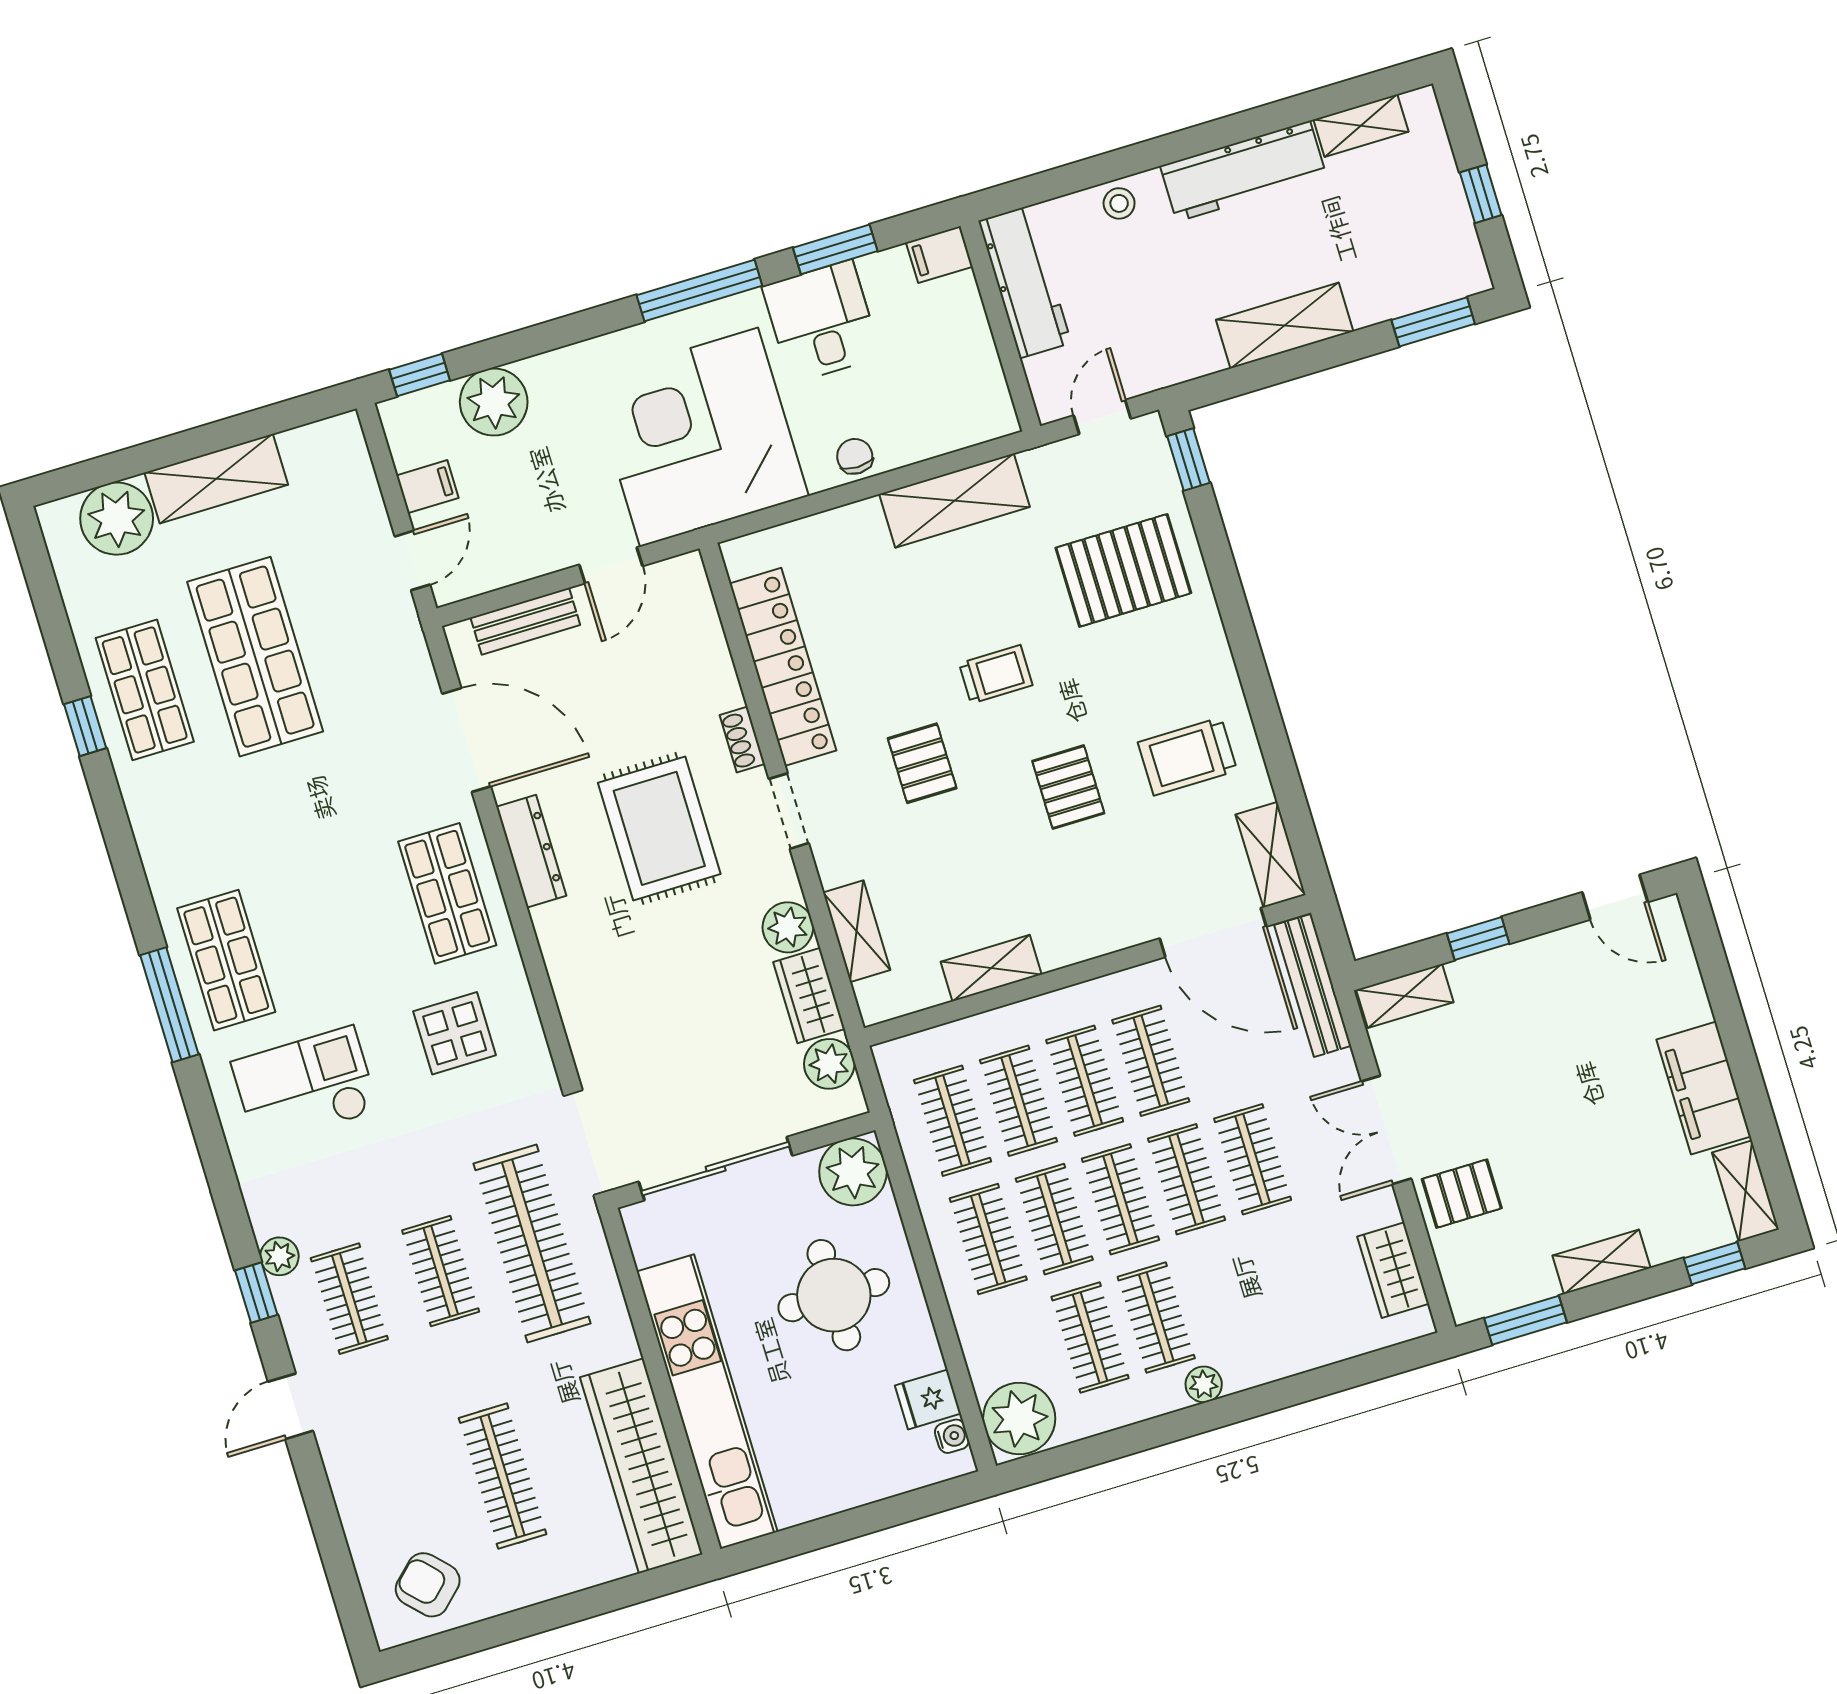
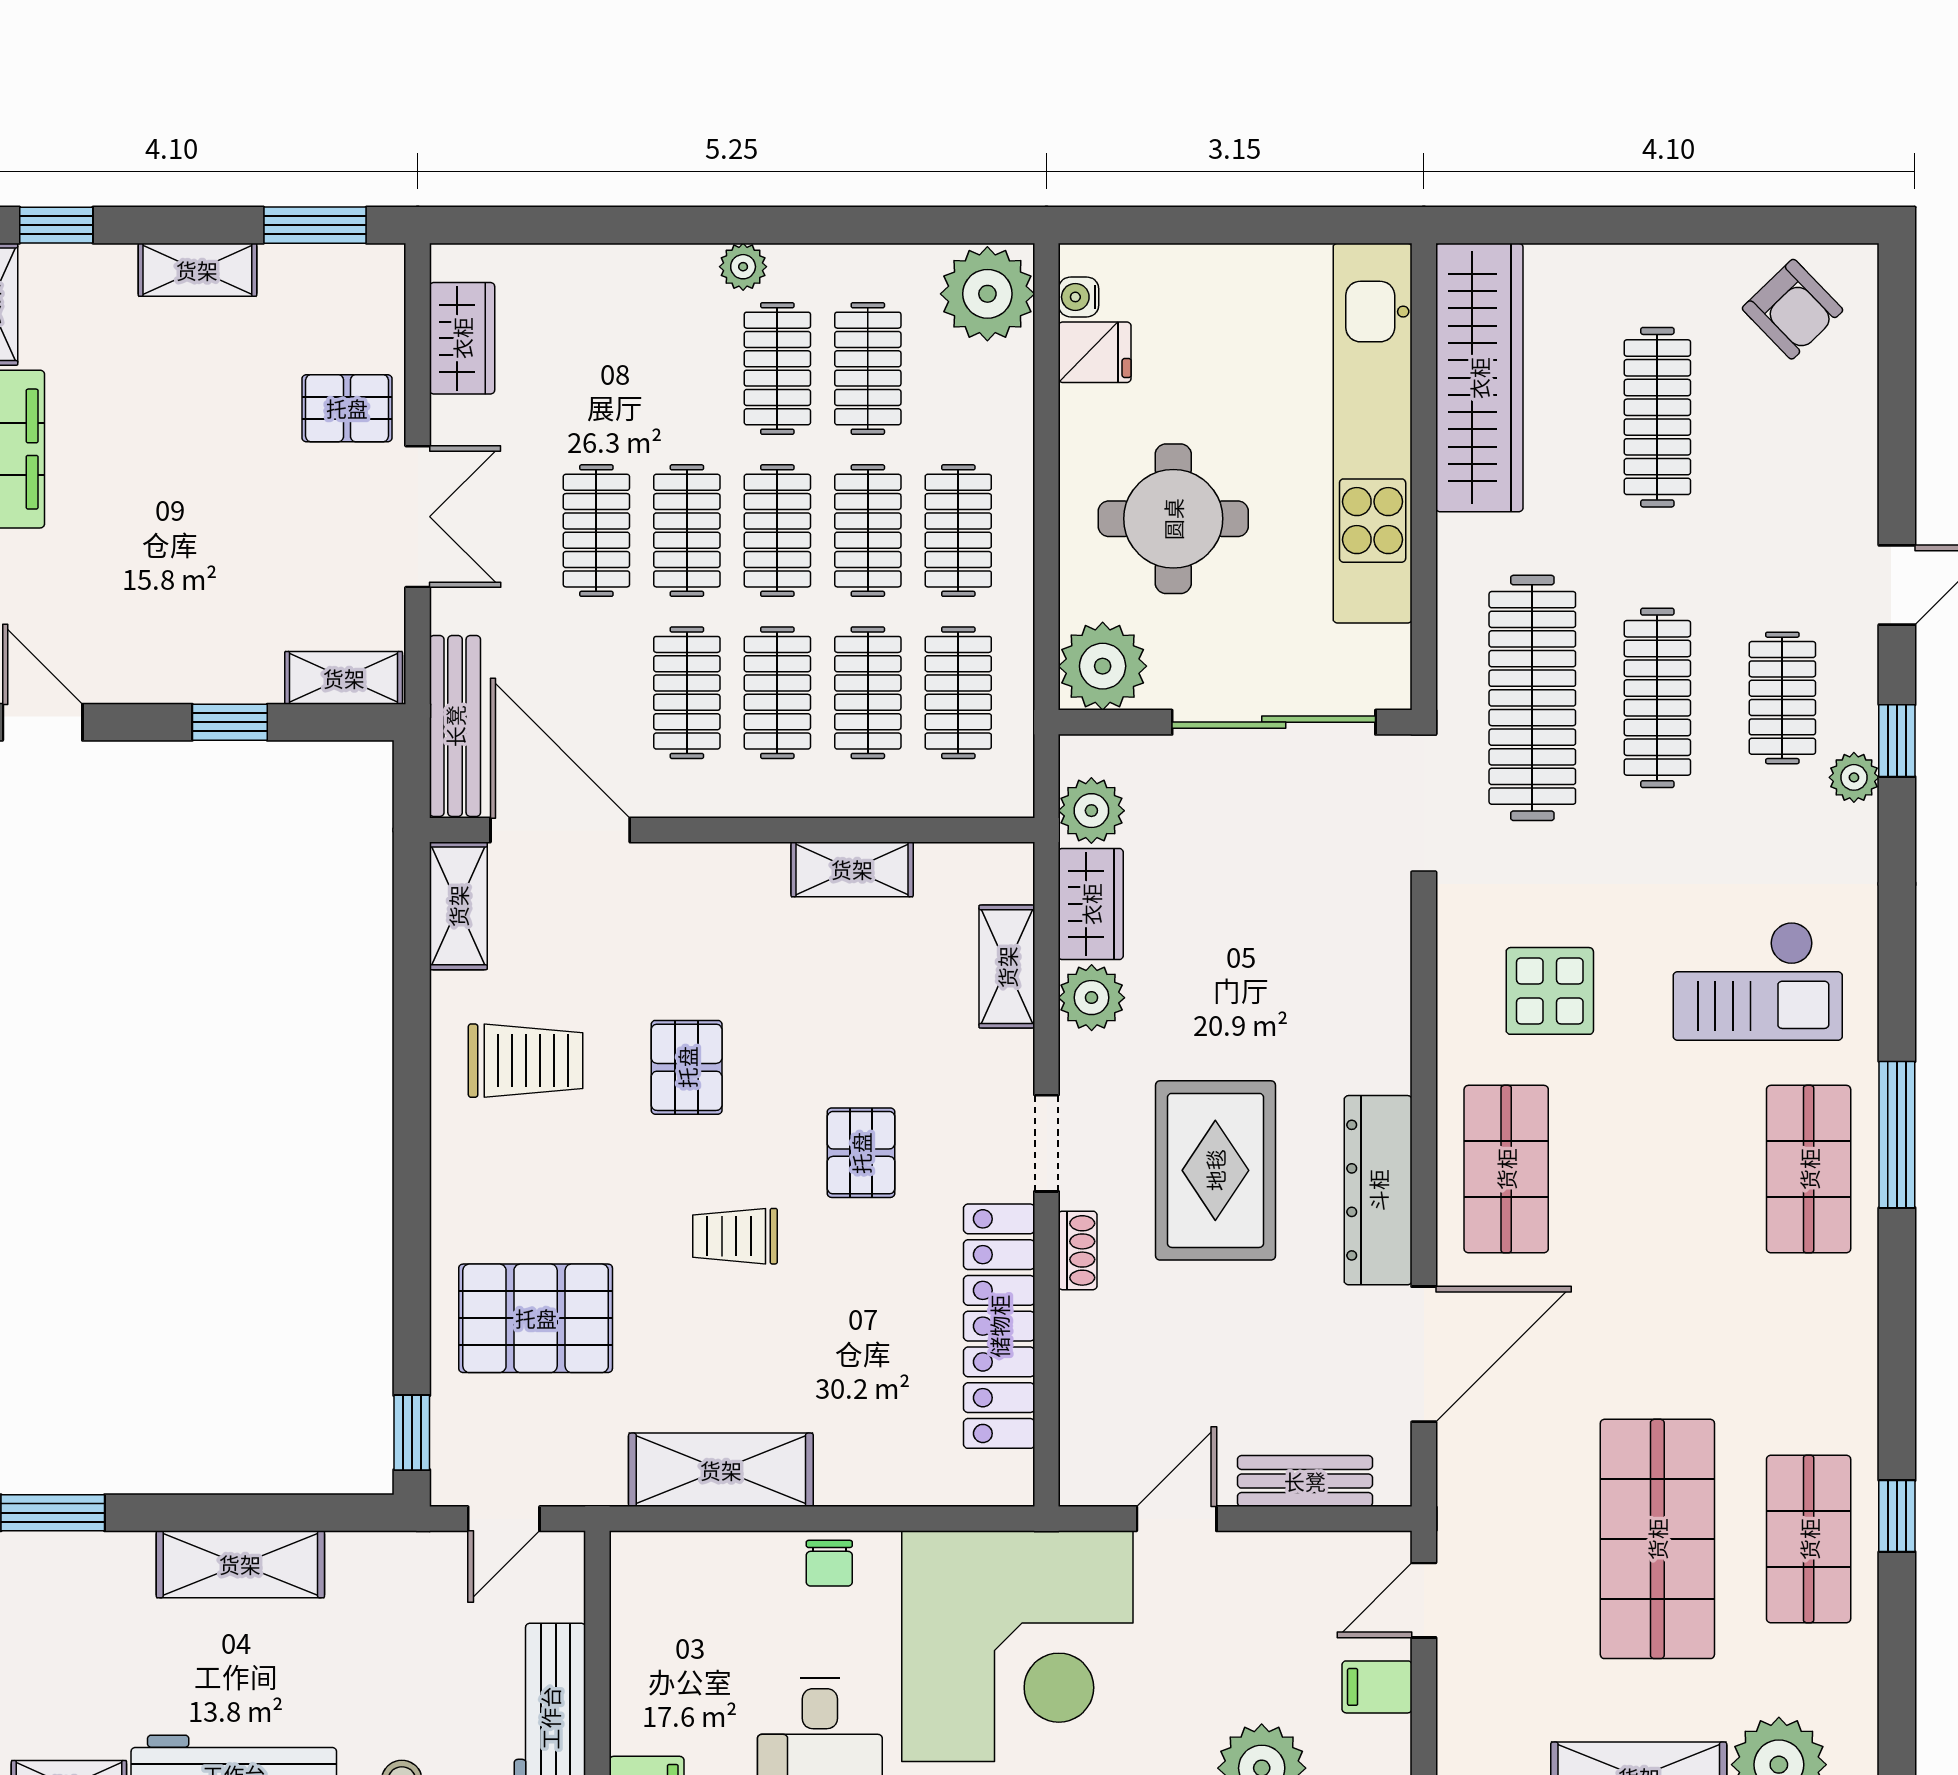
door: (467, 740) -> (1424, 1354), swing flipped
dresser: (531, 851) -> (1378, 1190), width x1.37, depth x1.24
clothes rail: (441, 1271) -> (1657, 698), width x1.36

